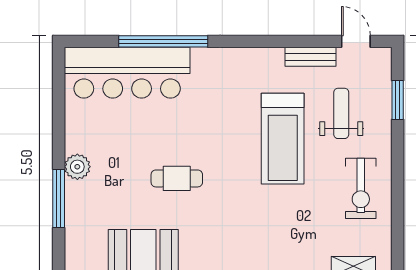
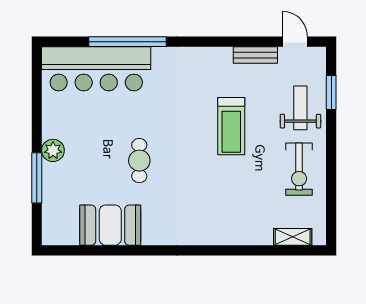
weight bench: (341, 113) -> (300, 108), moved
treadmill: (283, 139) -> (231, 126), width x0.73, depth x0.73
cafe table: (177, 178) -> (139, 161), turned 90

